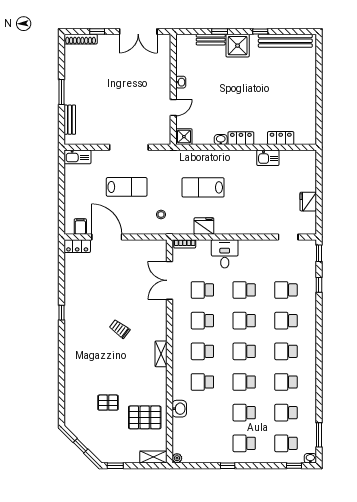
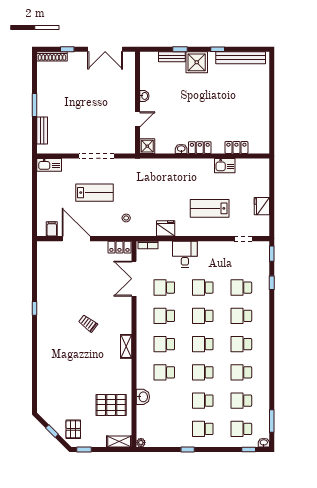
lab bench: (203, 187) -> (210, 208), moved
locker: (77, 246) -> (119, 247), moved
pallet: (108, 403) -> (73, 429), moved, turned 90

